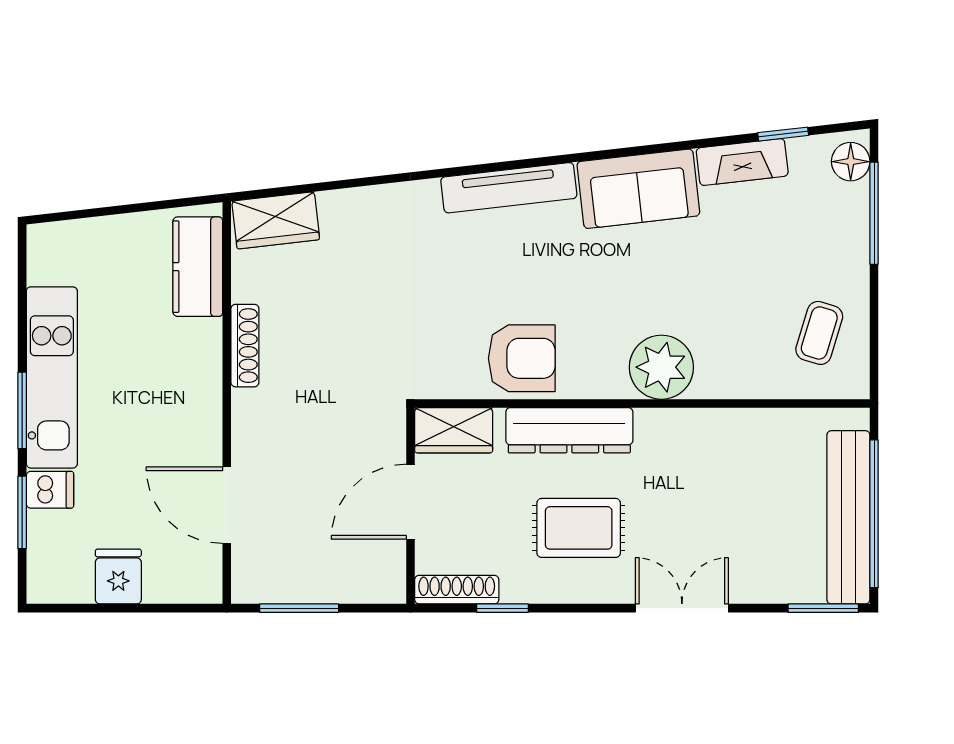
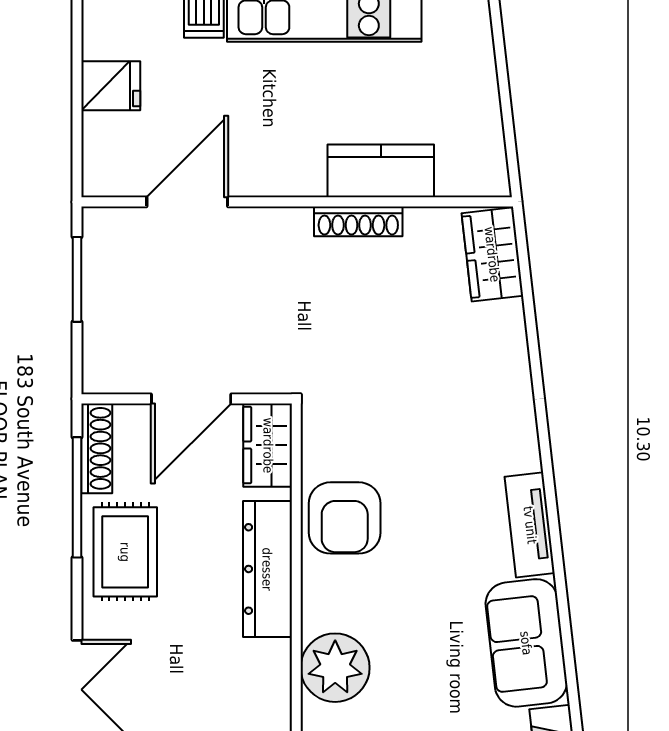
tv unit: (509, 188) -> (530, 525), width x0.71
kitchen counter: (198, 267) -> (381, 171), moved
door: (410, 502) -> (191, 399), swing flipped
rug: (579, 528) -> (125, 552), moved
window: (502, 608) -> (77, 497), width x2.17

